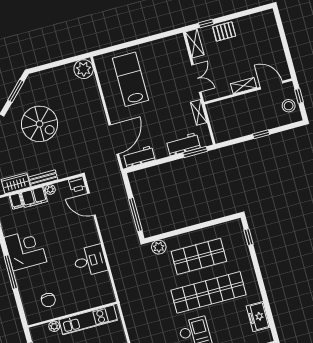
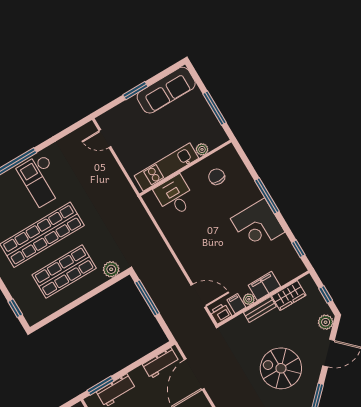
filing cabinet: (16, 201) -> (236, 304), moved
desk: (90, 261) -> (175, 196), moved, turned 90

